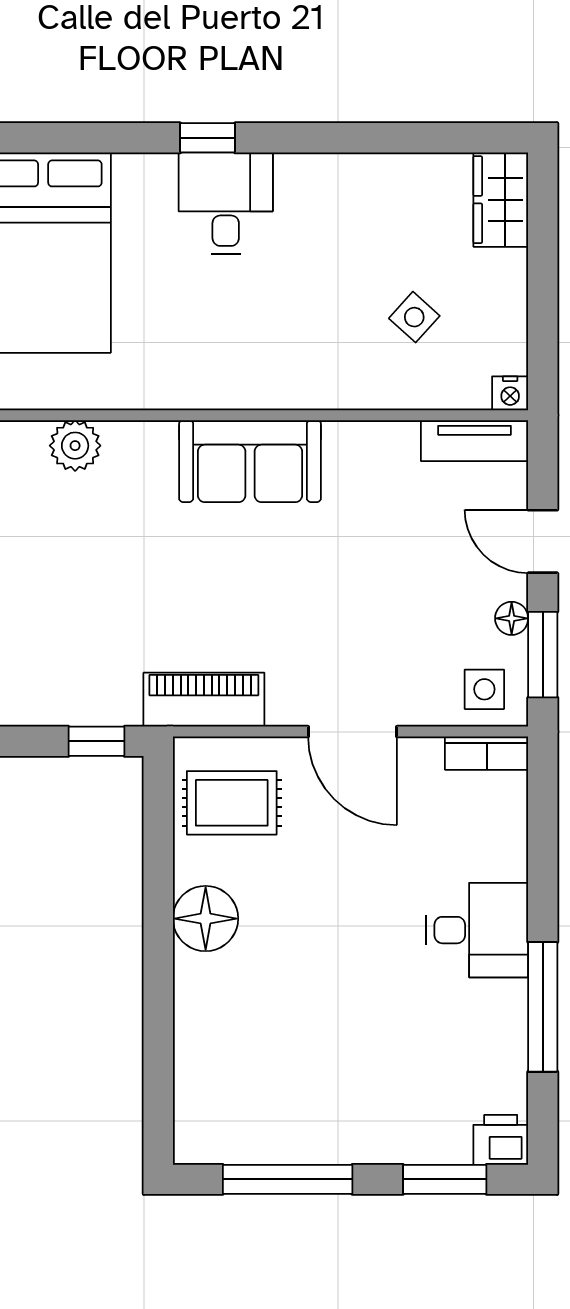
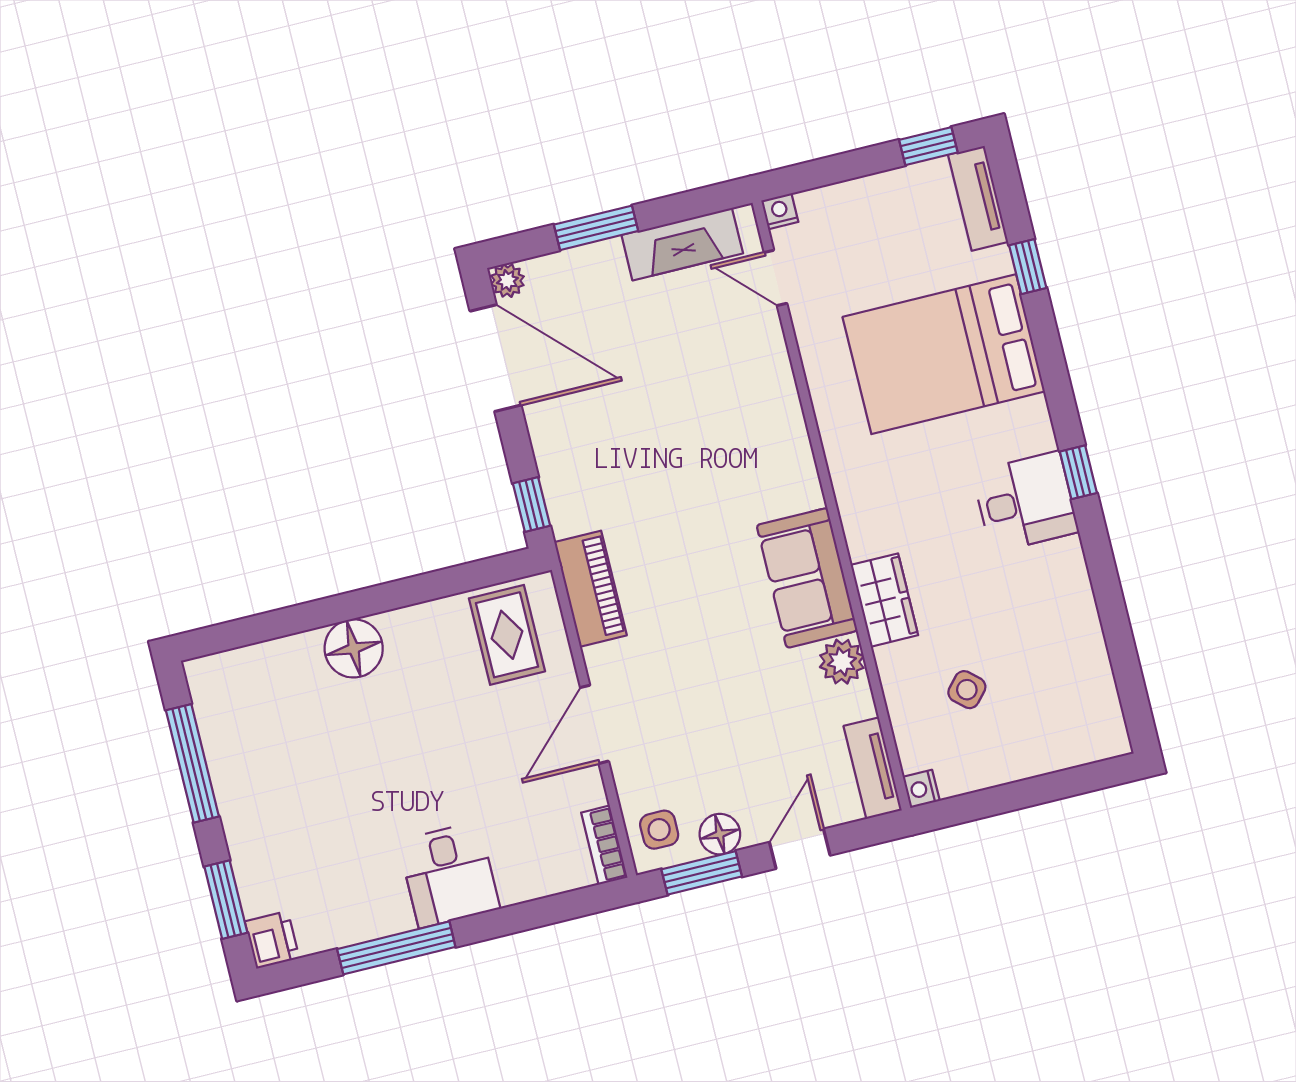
wardrobe: (501, 200) -> (884, 600), moved, turned 90
plant: (75, 446) -> (842, 662), moved
floor lamp: (512, 618) -> (720, 834), width x1.37, depth x1.37
floor lamp: (206, 919) -> (354, 648), moved

